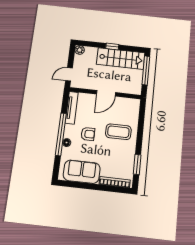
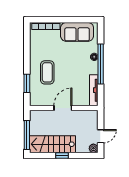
door: (69, 74) -> (101, 136), moved
coffee table: (118, 132) -> (47, 72), turned 90
armchair: (88, 134) -> (76, 67), removed
window: (137, 164) -> (27, 83), moved

